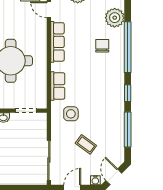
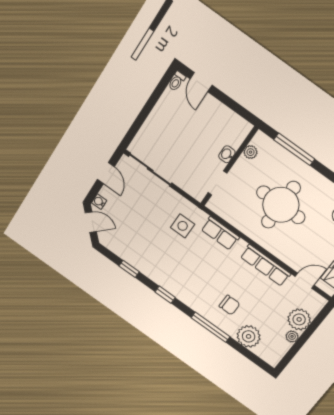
window: (128, 47) -> (211, 327), width x0.68
window: (128, 130) -> (129, 269), width x0.46
coffee table: (86, 144) -> (141, 218), removed

